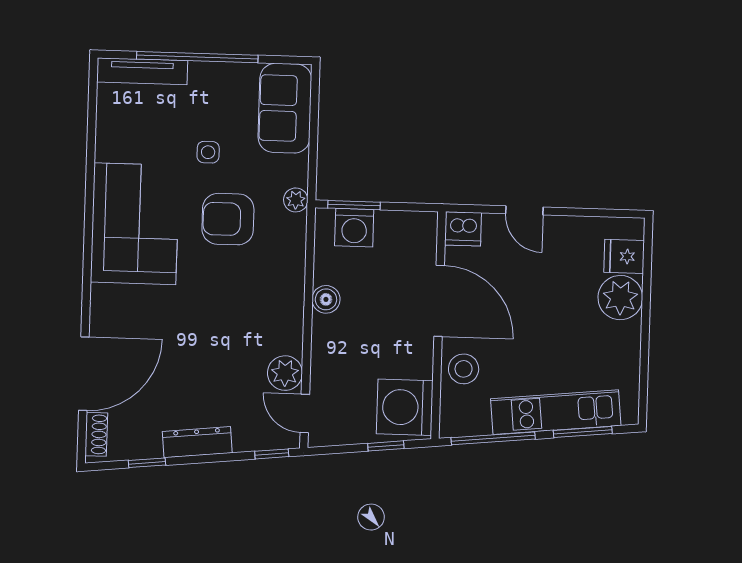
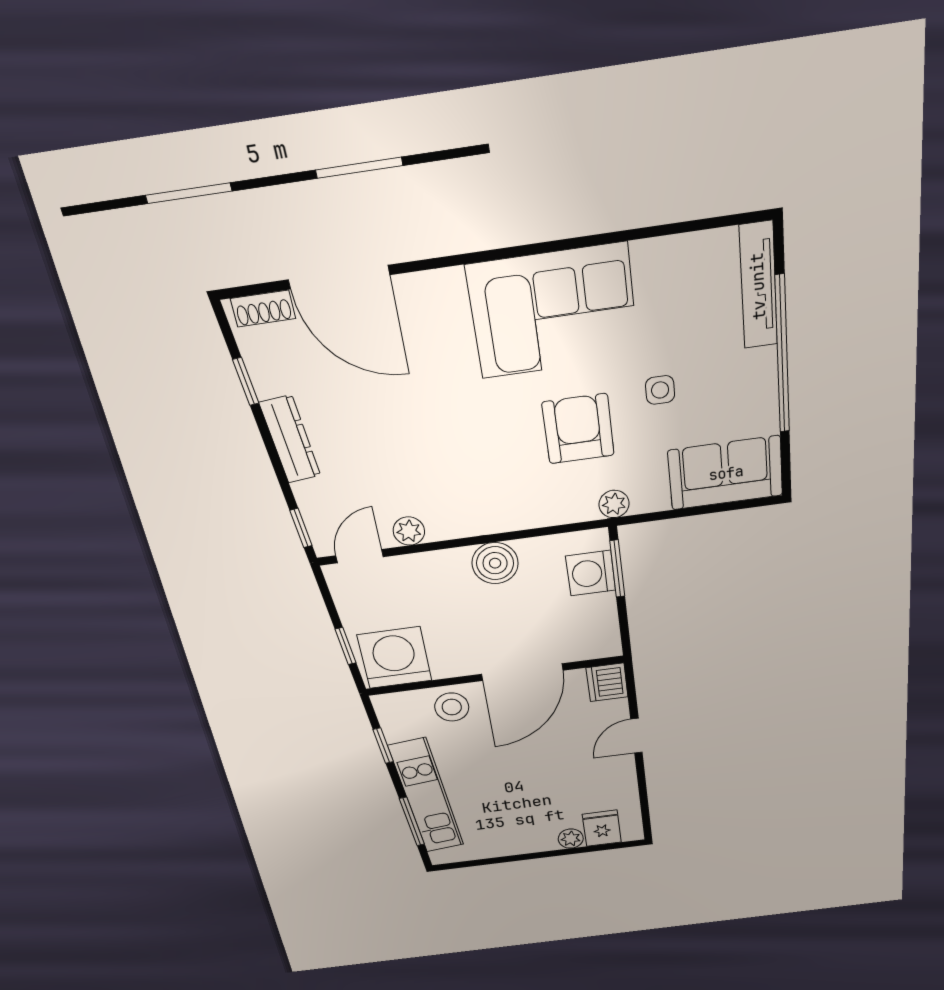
plant: (620, 298) -> (571, 839), width x0.53, depth x0.53
boiler: (326, 299) -> (495, 563), width x1.36, depth x1.36
plant: (285, 373) -> (409, 531), width x0.73, depth x0.73
window: (493, 438) -> (383, 746), width x0.46

